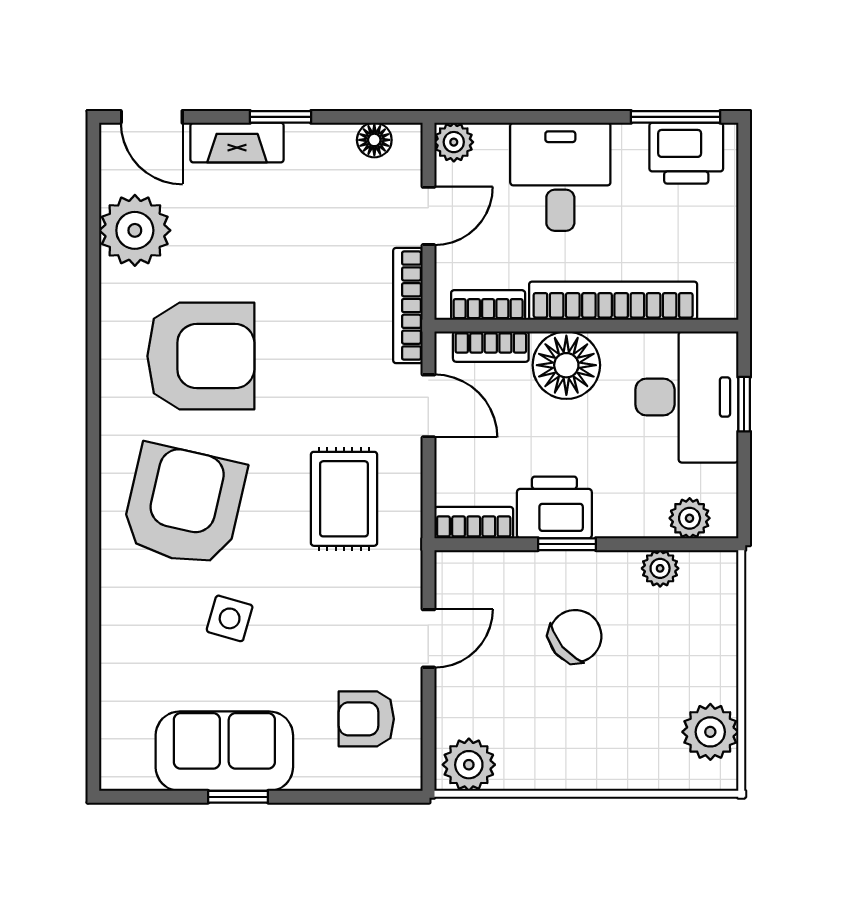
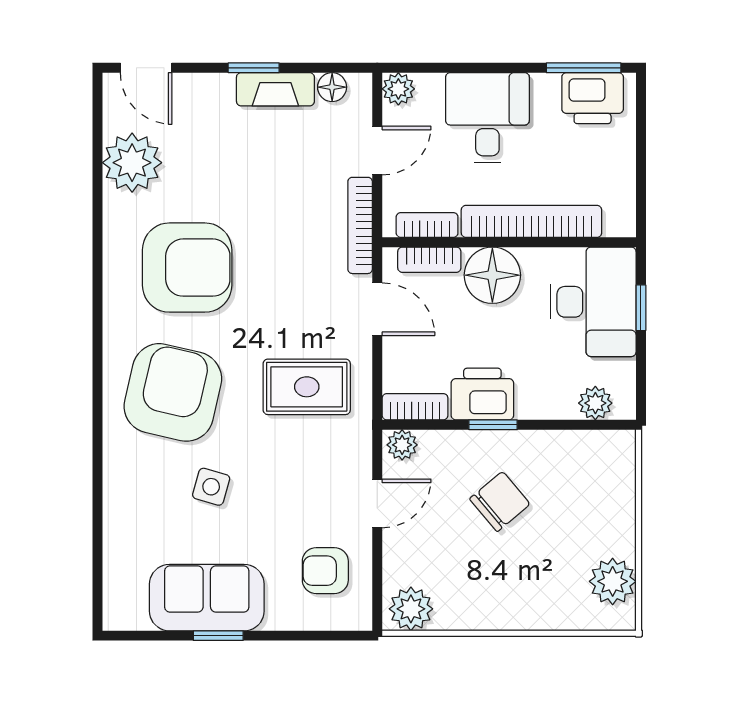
fireplace: (237, 143) -> (275, 89), moved
rug: (344, 499) -> (307, 387), turned 90
plant: (660, 568) -> (402, 445), moved

